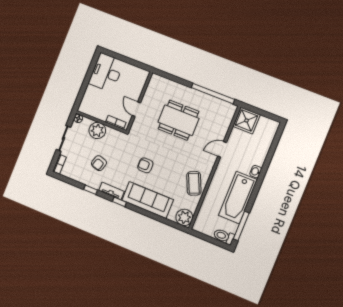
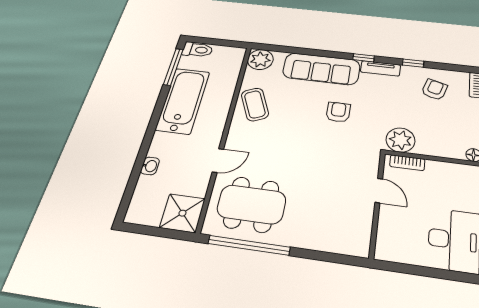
dining table: (178, 120) -> (251, 204), moved
plant: (97, 130) -> (400, 140), moved
armchair: (99, 163) -> (434, 90), moved
armchair: (145, 165) -> (338, 112), turned -90
washbasin: (256, 172) -> (150, 166), moved

